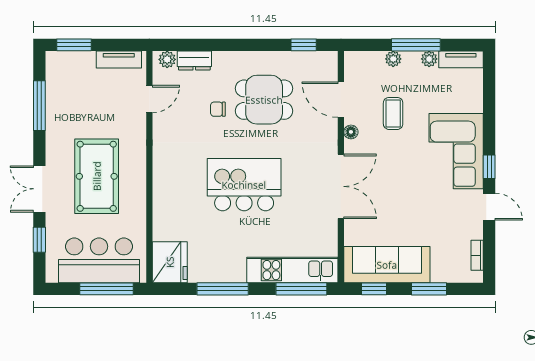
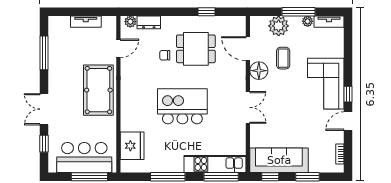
window: (74, 45) -> (67, 12), removed
window: (304, 45) -> (206, 12), moved
plant: (393, 59) -> (279, 26), width x1.88, depth x1.88
tv unit: (119, 60) -> (86, 22), moved
floor lamp: (351, 132) -> (259, 71), width x1.89, depth x1.89
pool table: (97, 176) -> (98, 90), moved
double door: (341, 186) -> (248, 107), width x0.73
door: (489, 207) -> (348, 121), swing flipped
fridge: (170, 262) -> (132, 146), moved

